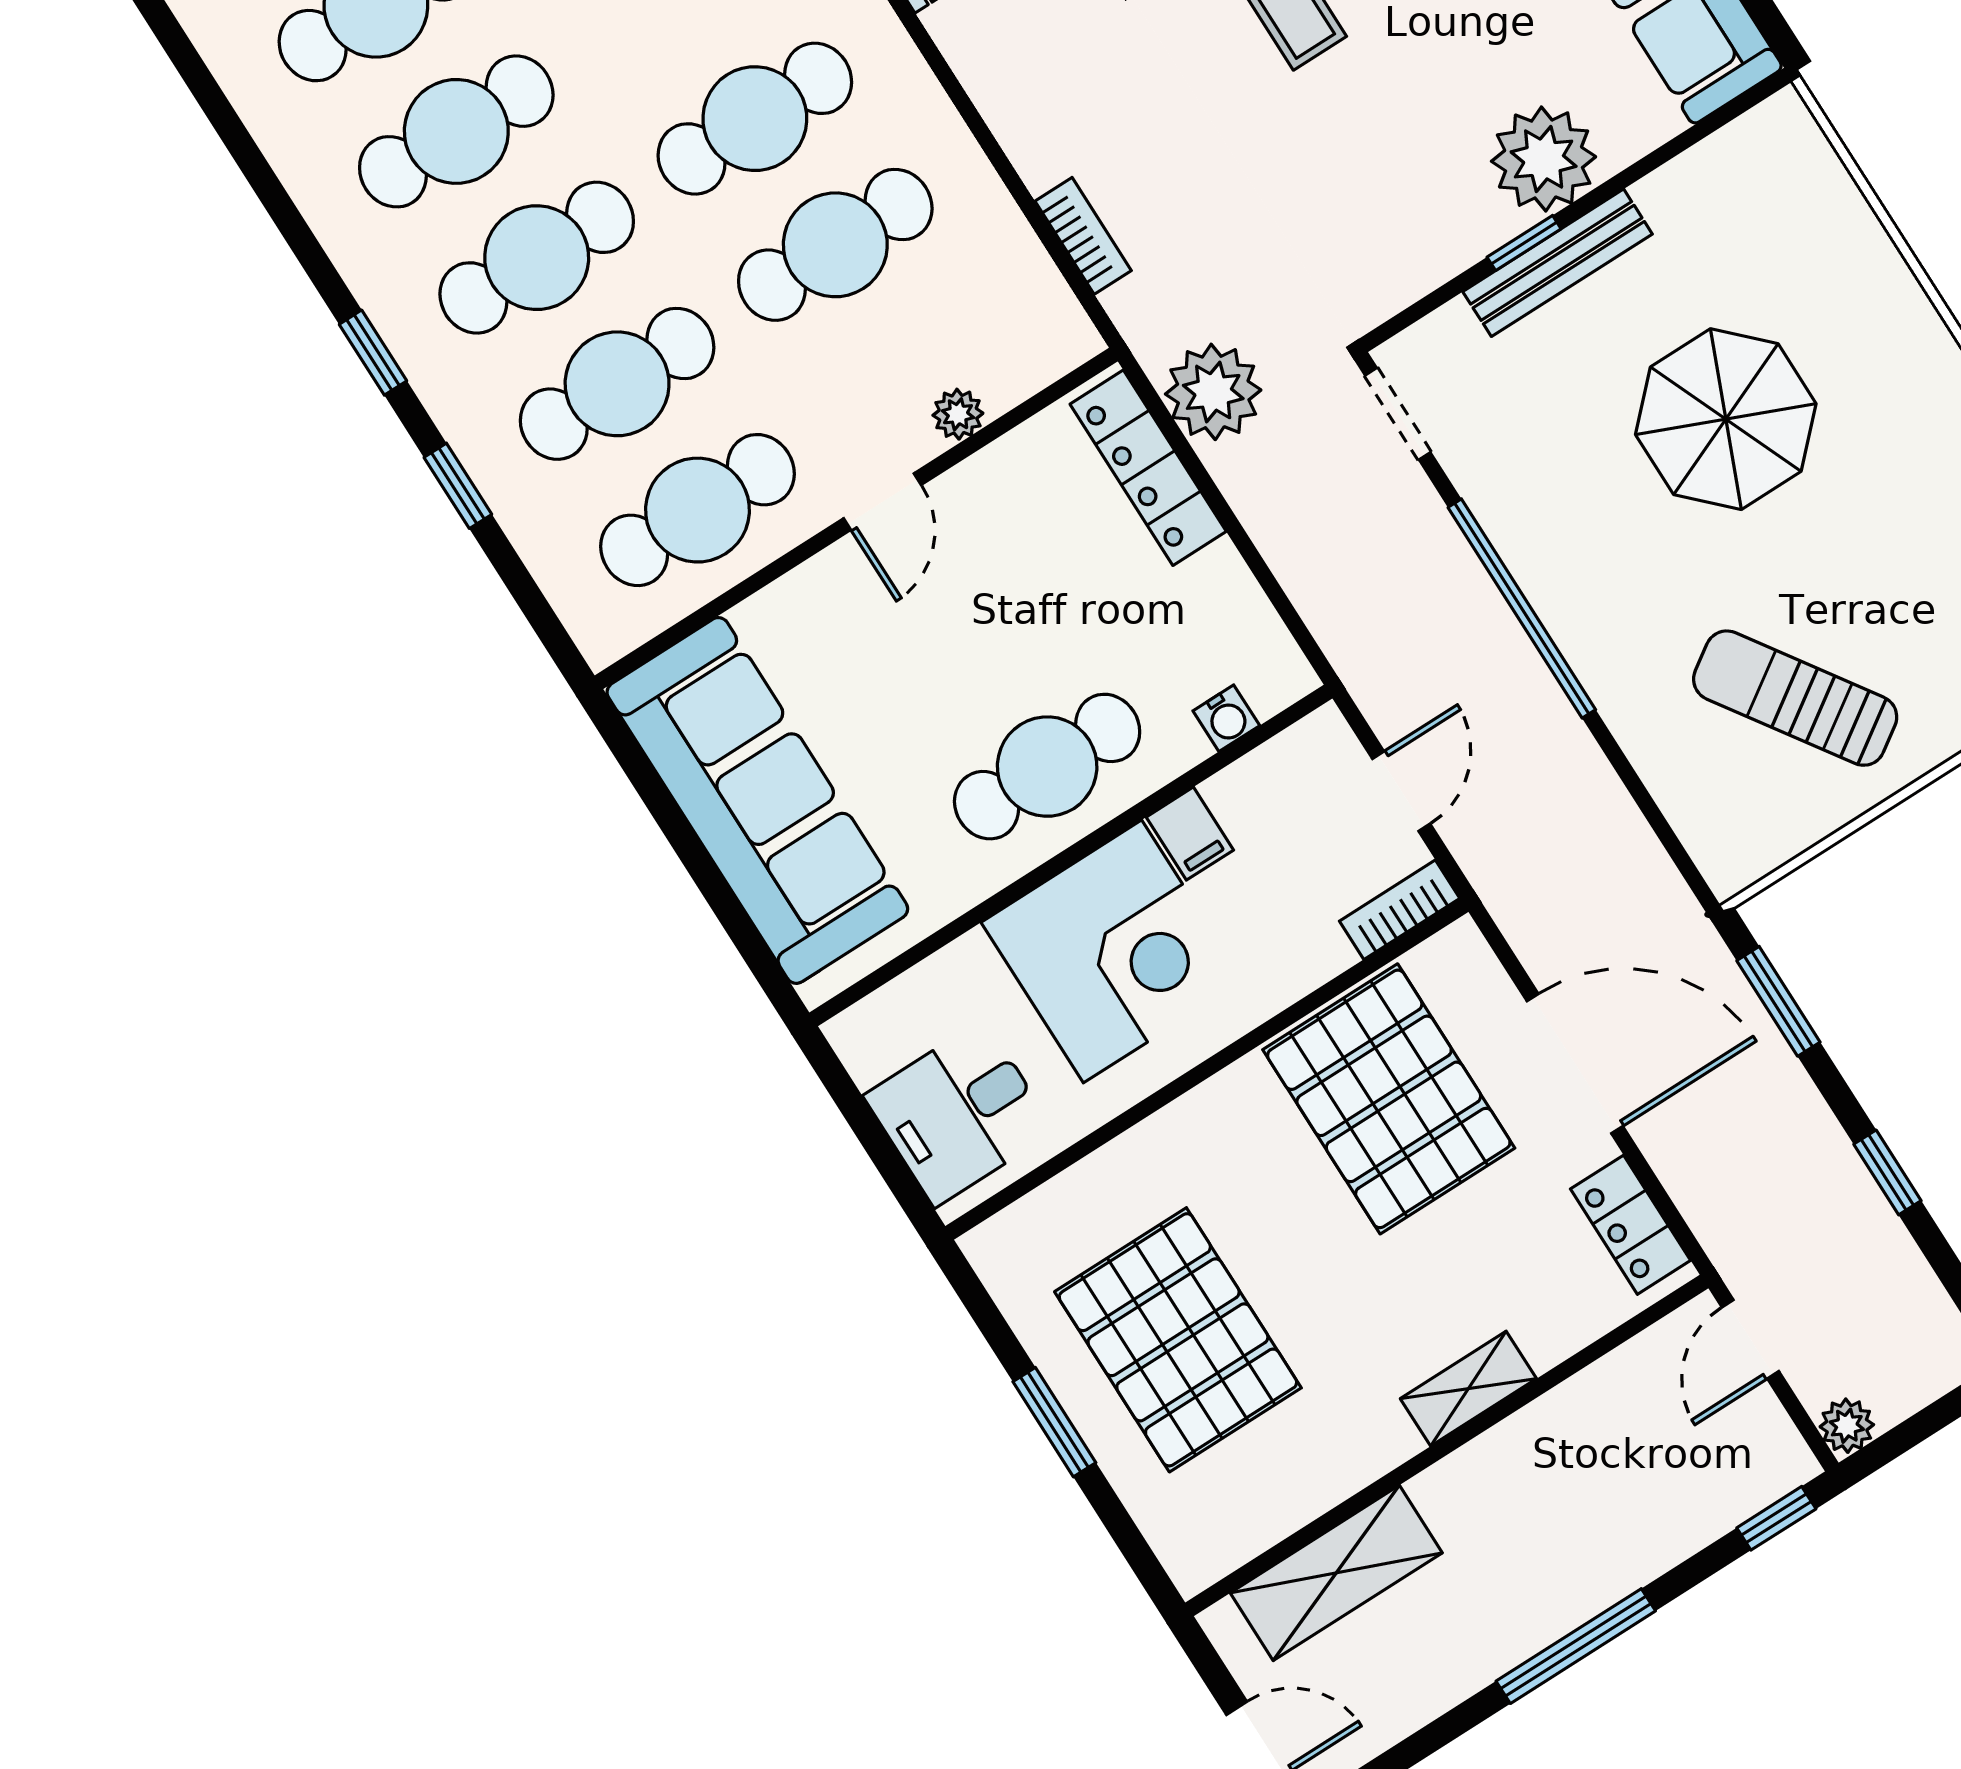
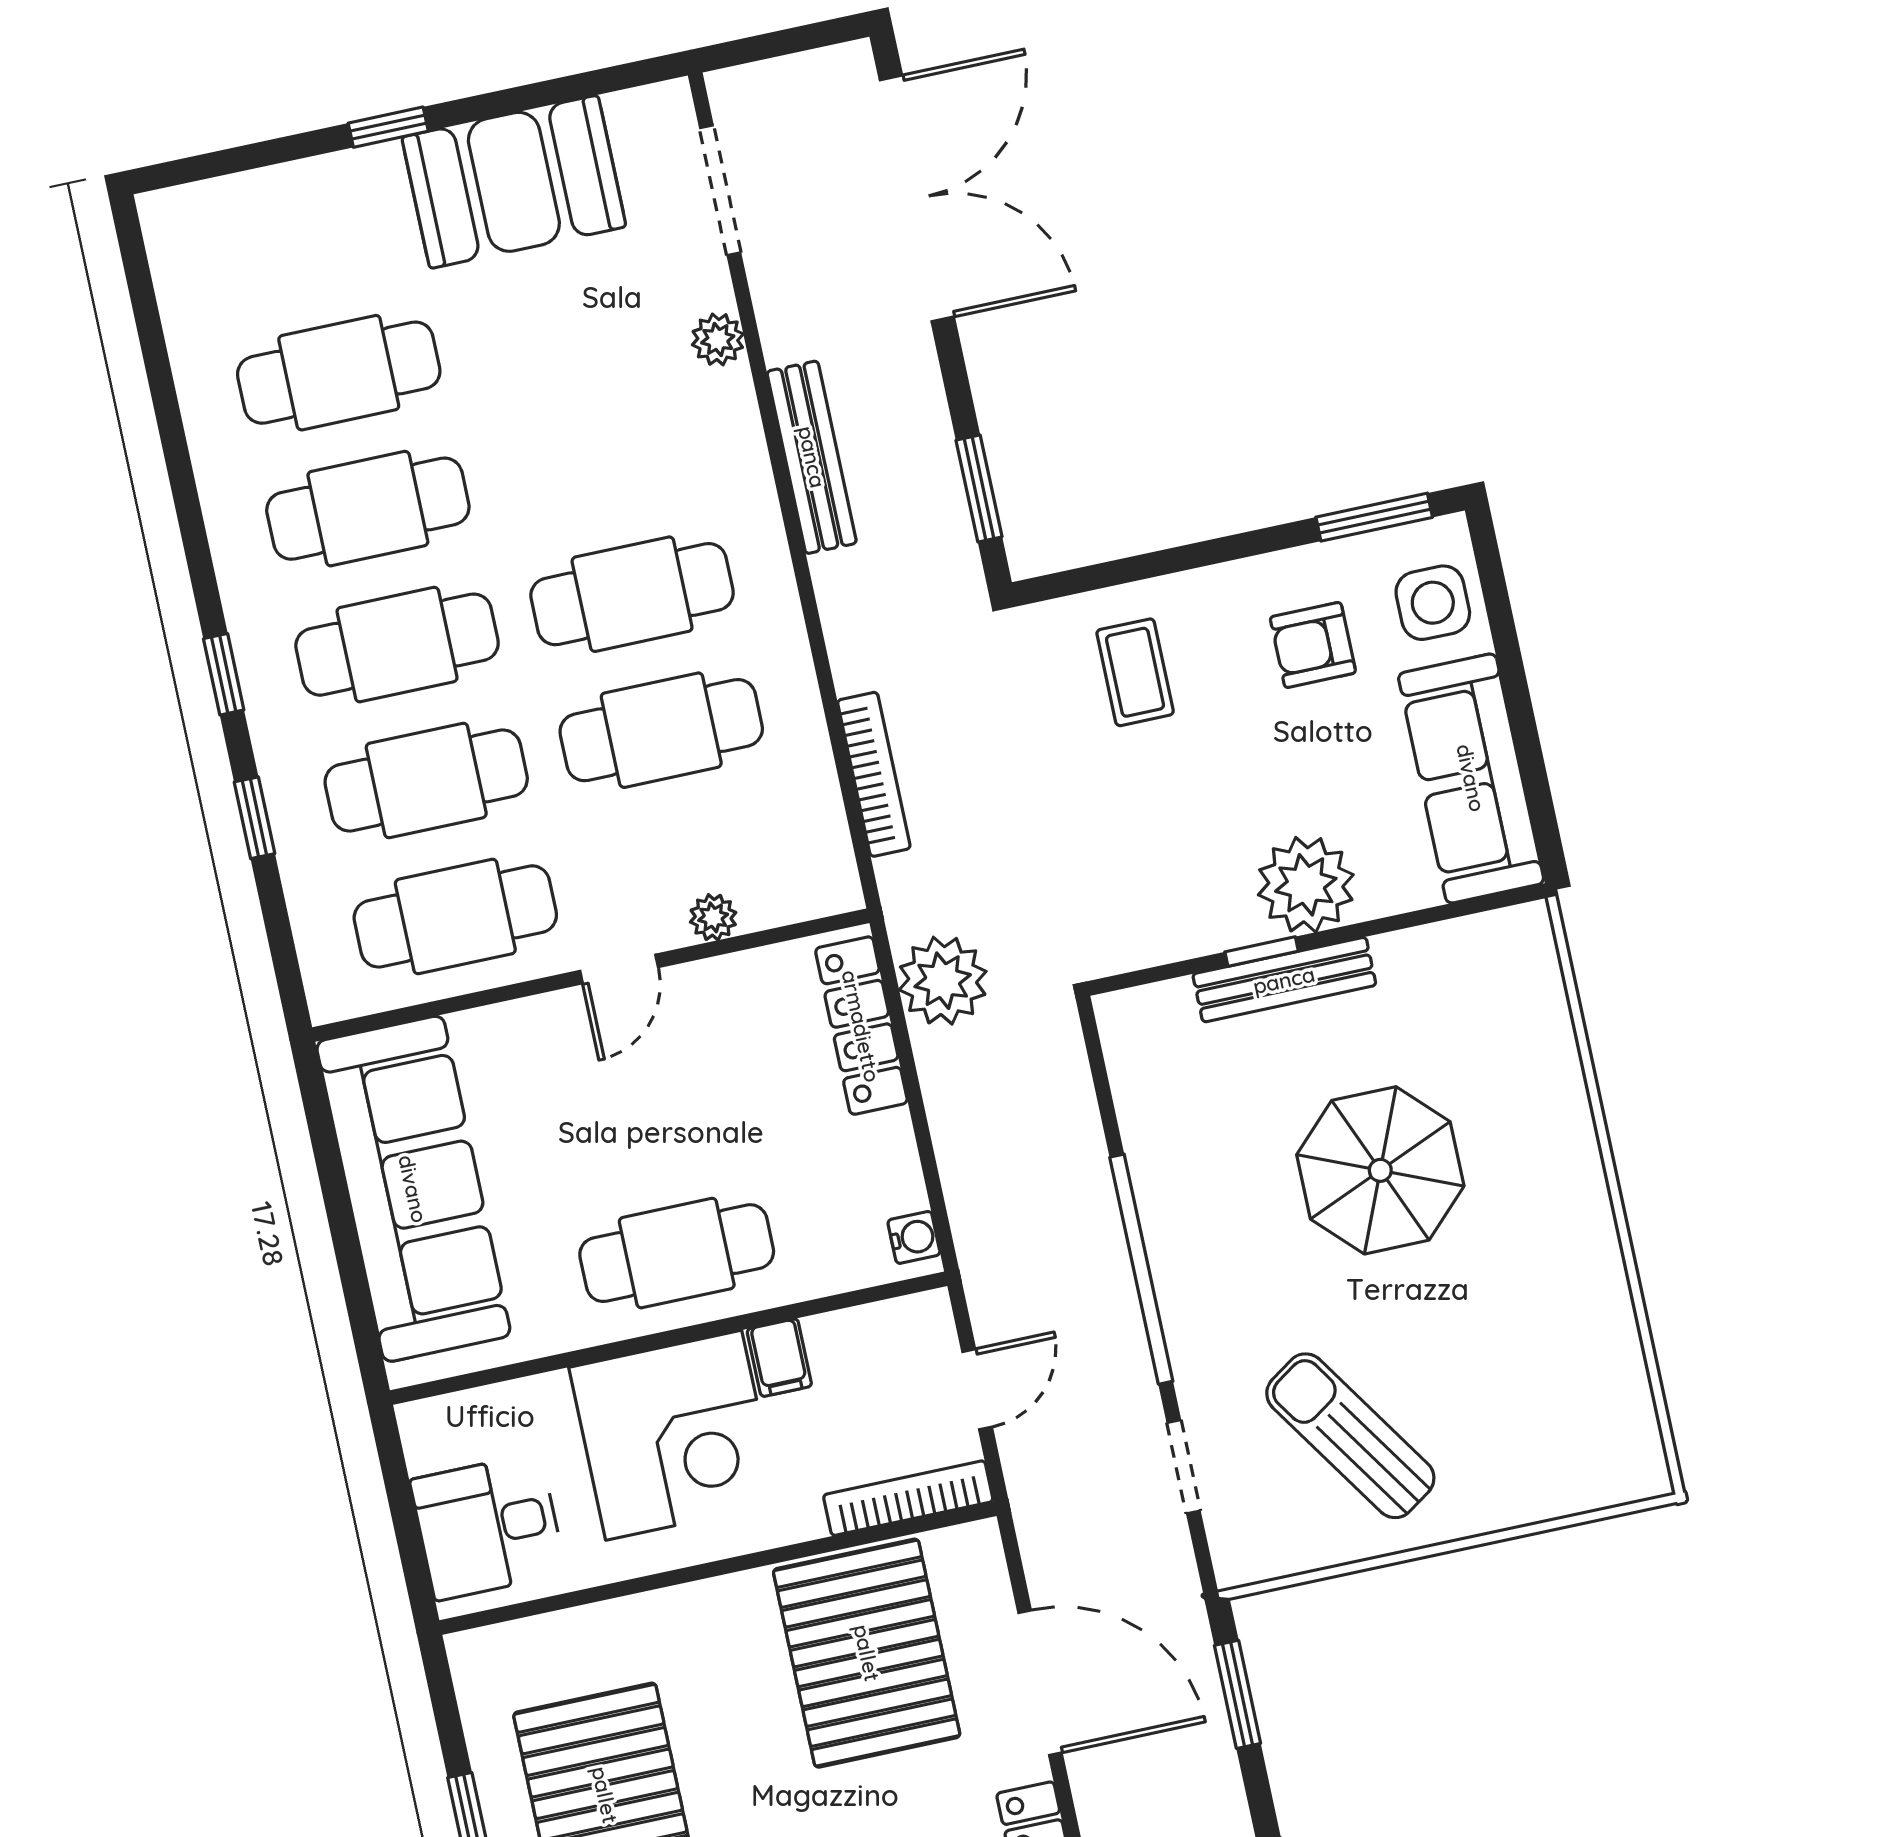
bookcase: (1083, 236) -> (874, 774), width x1.56
doorway: (1398, 414) -> (1184, 1467), moved
water cooler: (1226, 718) -> (914, 1237), moved, turned -90
bookcase: (1400, 910) -> (908, 1498), width x1.56

